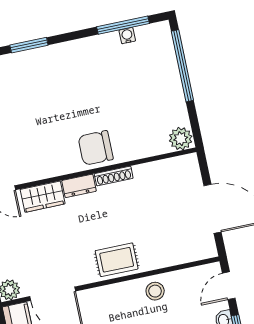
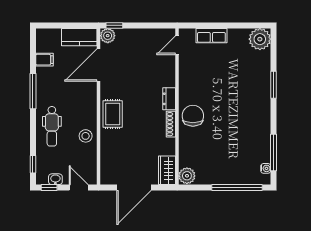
water cooler: (127, 36) -> (266, 168), moved
wardrobe: (43, 197) -> (167, 170), moved

